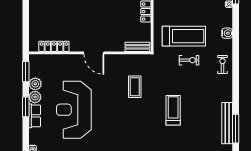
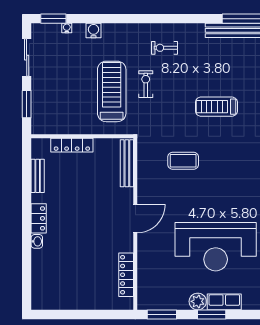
water cooler: (227, 33) -> (94, 31), moved
bench: (137, 47) -> (127, 163), width x1.36
exercise bike: (223, 64) -> (165, 48), moved
plant: (35, 84) -> (179, 301), removed

